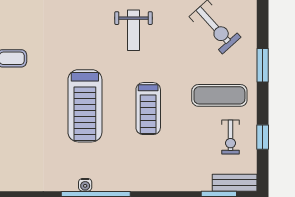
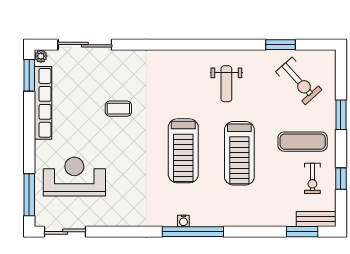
treadmill: (148, 109) -> (239, 153), width x1.37, depth x1.38

